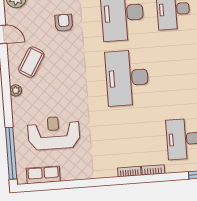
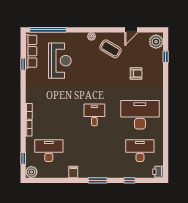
desk: (127, 78) -> (94, 115), width x0.53, depth x0.77
row of seats: (43, 175) -> (31, 51), width x1.48
window: (62, 185) -> (23, 64), added

